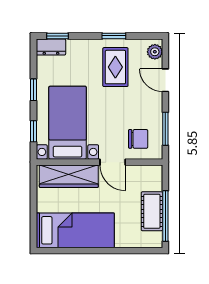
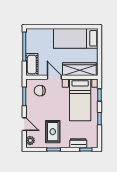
dresser: (51, 47) -> (78, 143), moved
cot: (152, 211) -> (32, 65), moved

